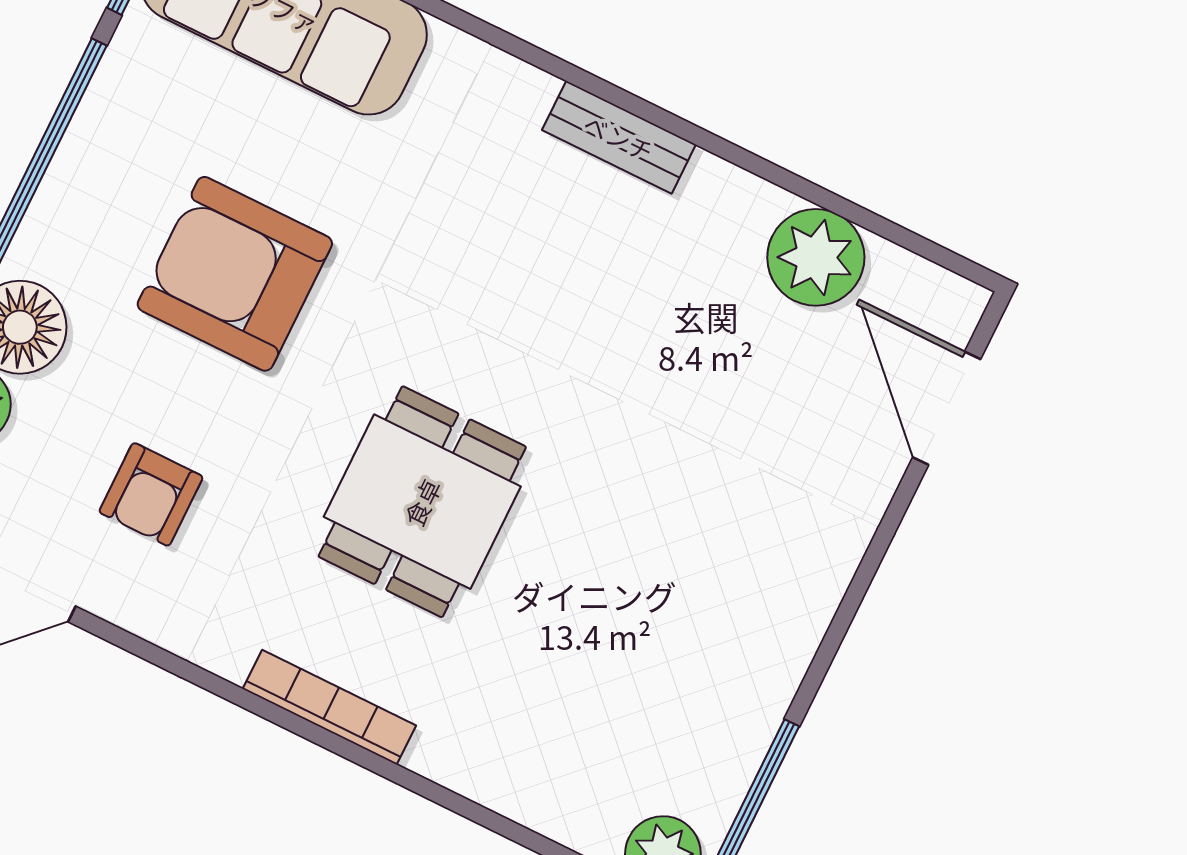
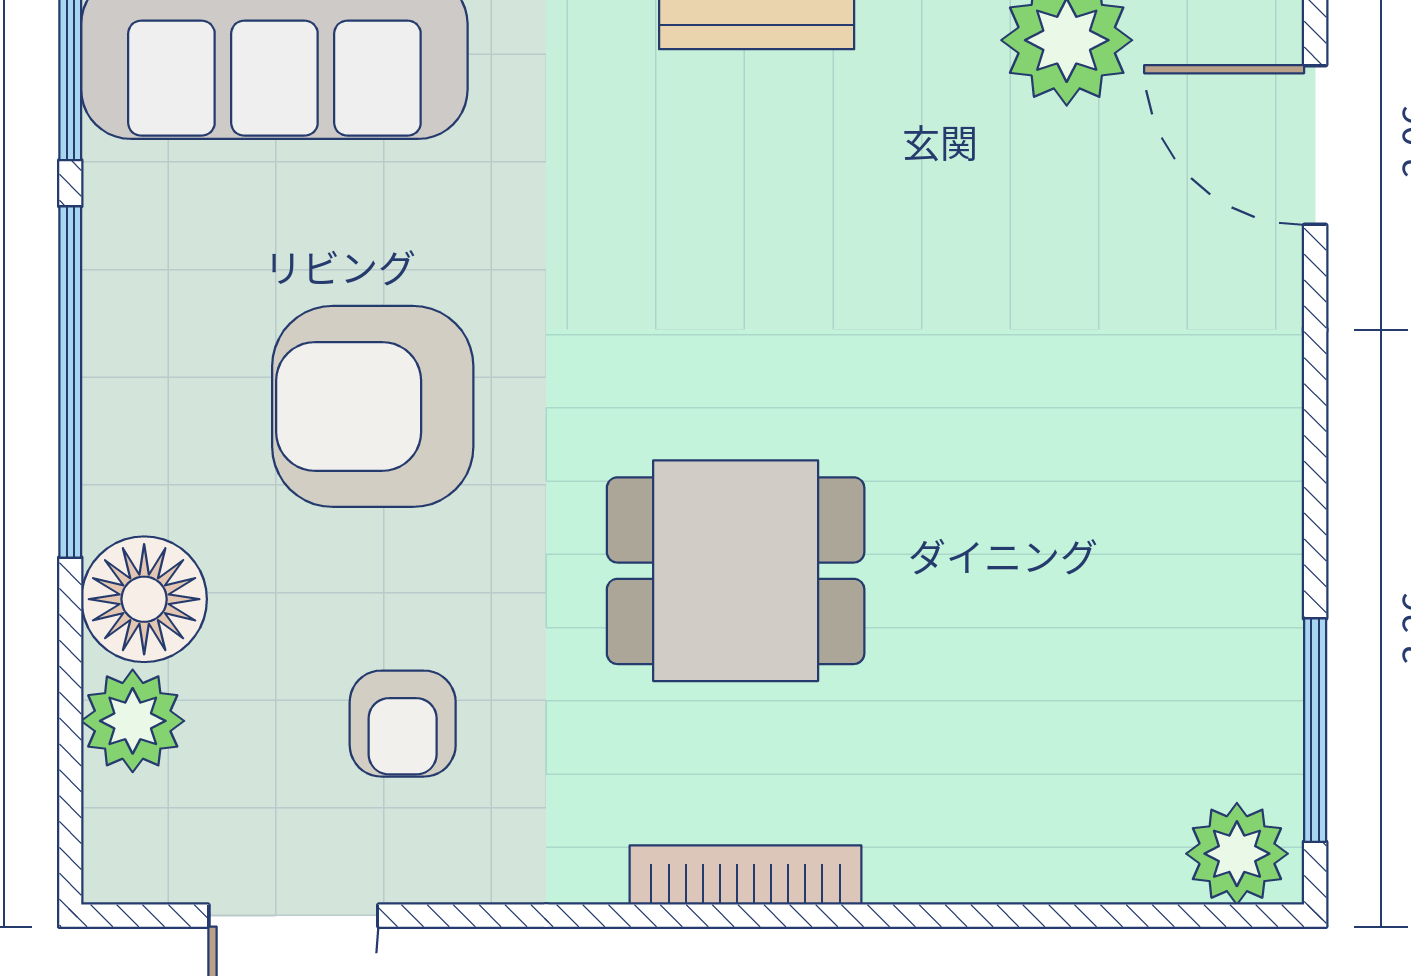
dining table: (422, 502) -> (736, 571), turned 90

